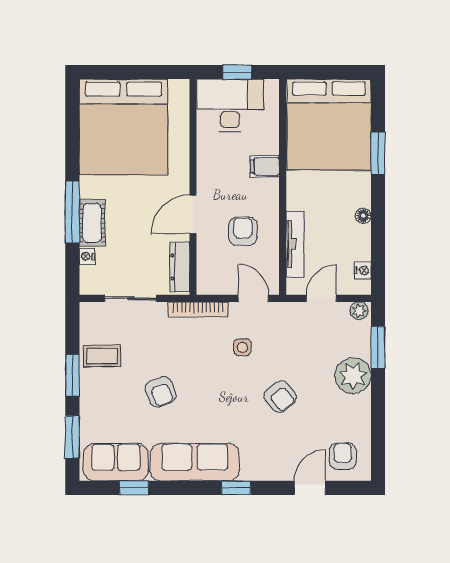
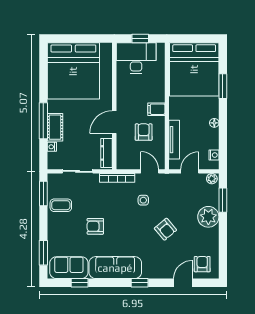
filing cabinet: (265, 166) -> (156, 109), moved
window: (72, 375) -> (43, 193), moved
armchair: (161, 392) -> (95, 226), turned 111

